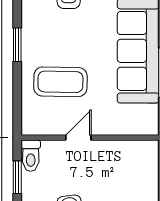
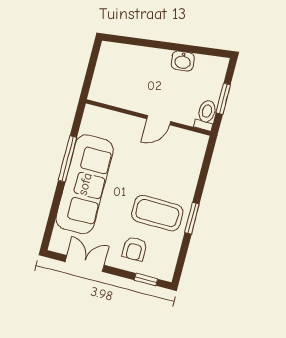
coffee table: (60, 82) -> (157, 213), moved

